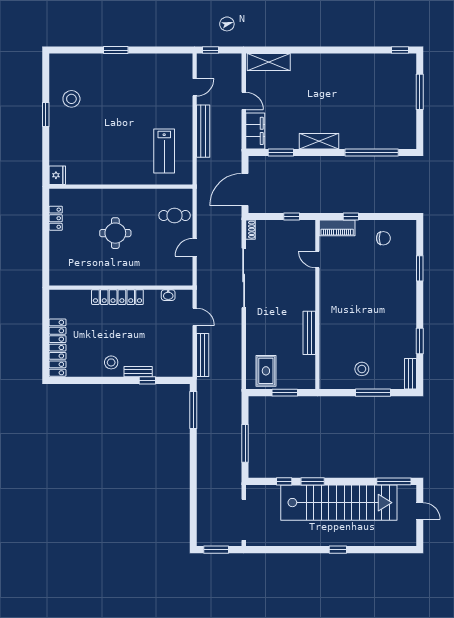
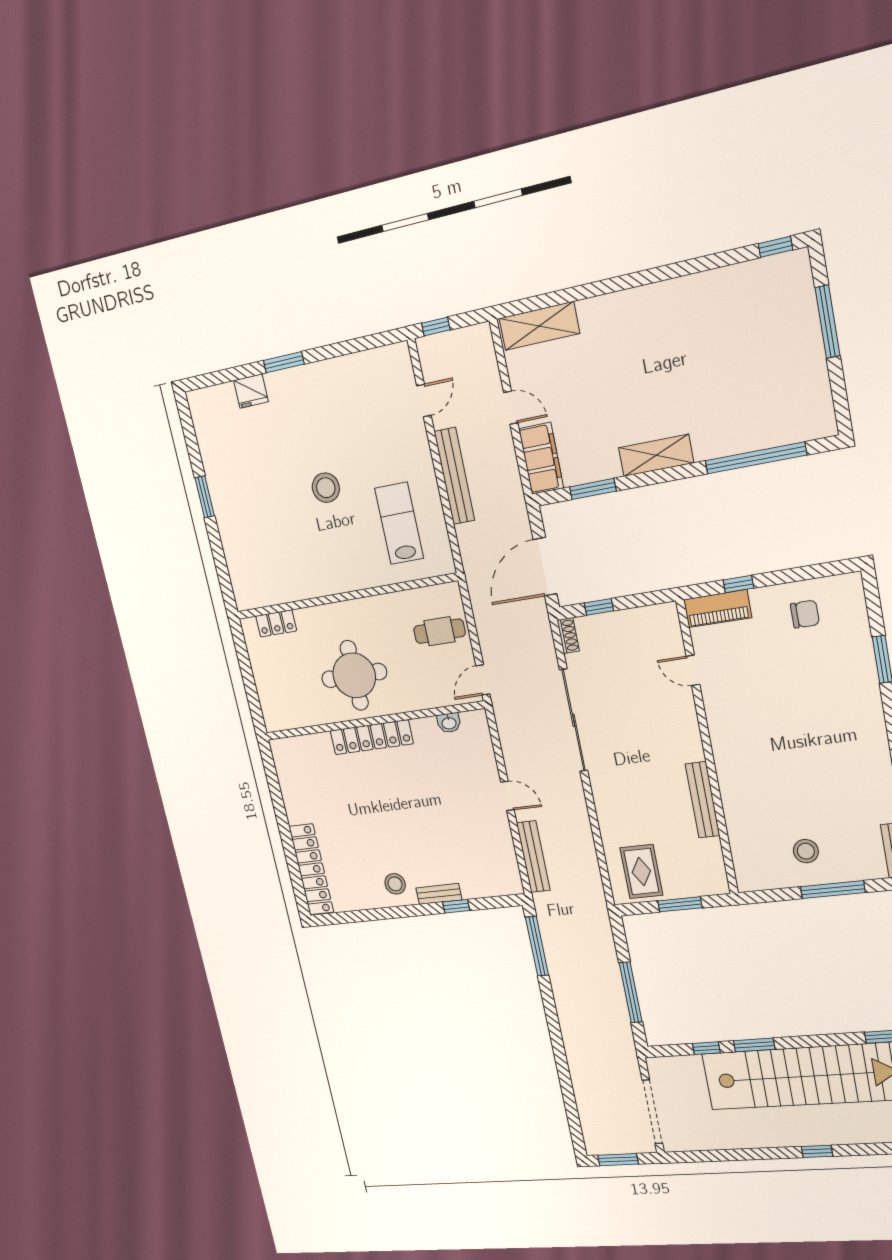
stool: (71, 99) -> (326, 488), moved
lab bench: (164, 151) -> (399, 523), turned 180
fridge: (57, 175) -> (251, 391), moved, turned 90
window: (292, 217) -> (599, 607), moved
locker: (56, 218) -> (276, 623), moved, turned 90
round table: (115, 233) -> (354, 675), width x1.36, depth x1.36
wall: (121, 288) -> (373, 721), moved
washbasin: (168, 295) -> (449, 723), moved
locker: (117, 297) -> (372, 737), moved

